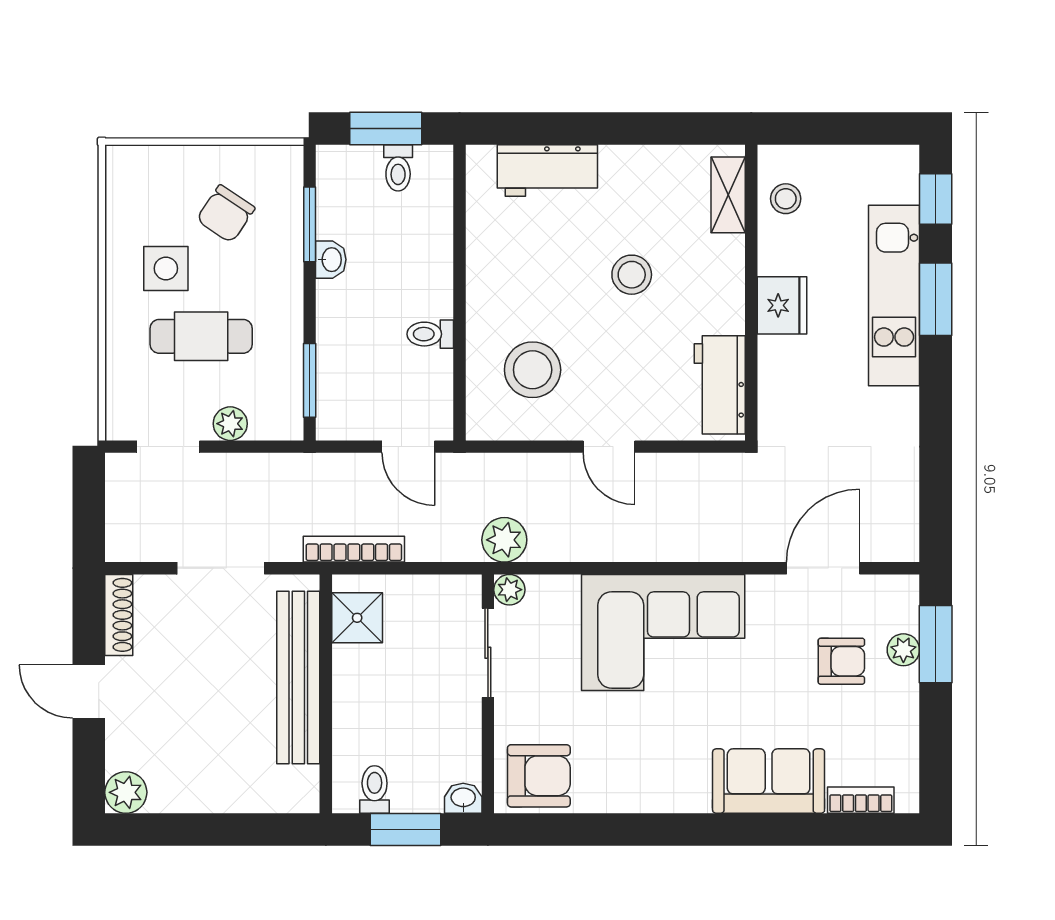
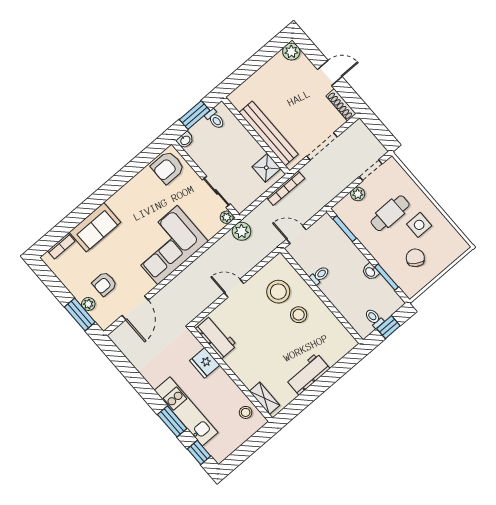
window: (386, 129) -> (388, 327), width x0.67
workbench: (547, 171) -> (308, 374), moved
stool: (632, 275) -> (299, 315), moved
fridge: (782, 305) -> (205, 363), moved

